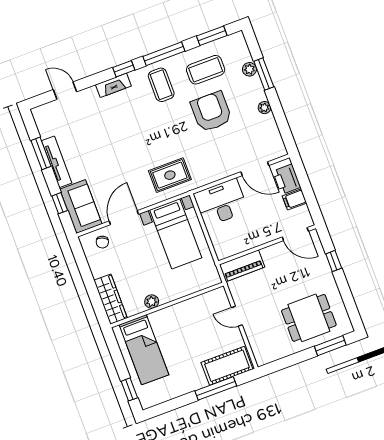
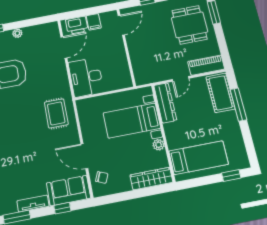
tv unit: (57, 162) -> (33, 204), width x0.71
bed with nightstands: (176, 234) -> (132, 121), moved, turned 180
piano: (242, 266) -> (206, 65), moved, turned -90
dresser: (204, 302) -> (165, 103), added

